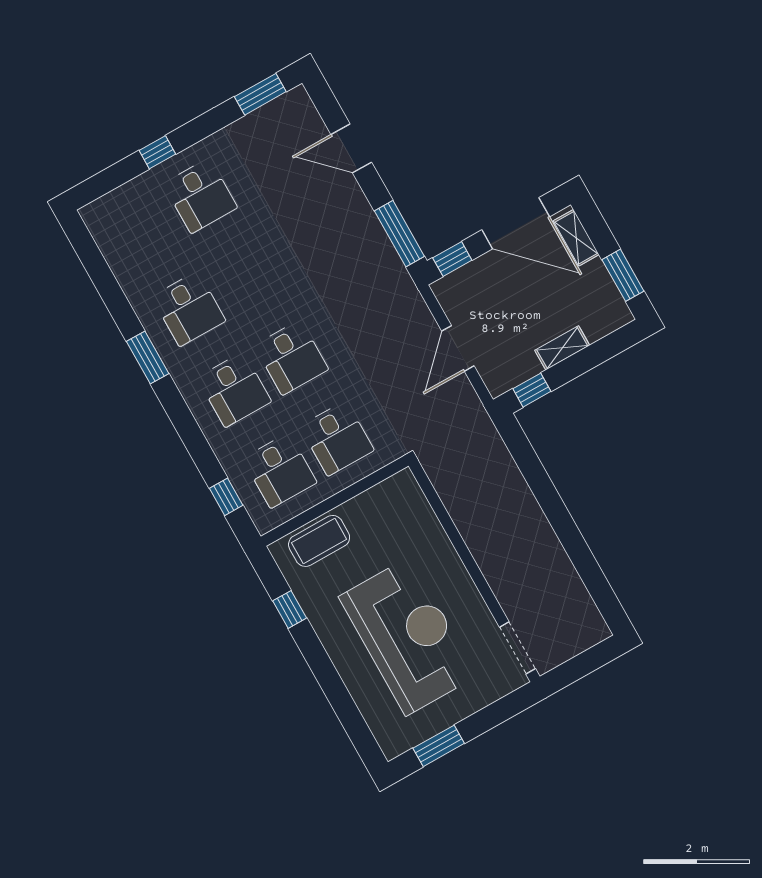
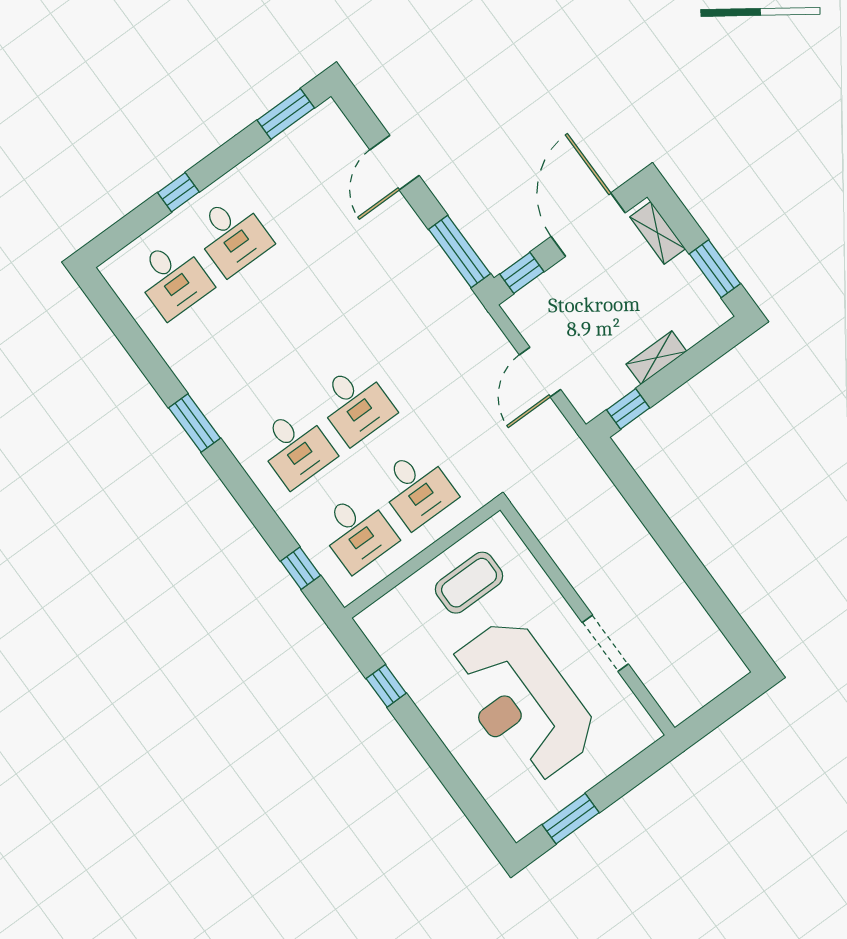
door: (351, 148) -> (395, 163), hinge flipped
door: (516, 223) -> (588, 225), swing flipped
desk: (189, 309) -> (172, 279), moved
coffee table: (319, 541) -> (469, 583), moved
reception desk: (408, 636) -> (522, 700), turned 180
doorway: (517, 648) -> (605, 643), moved

